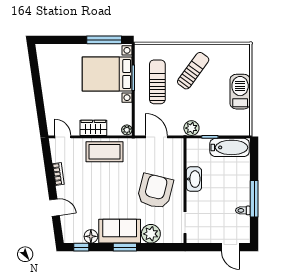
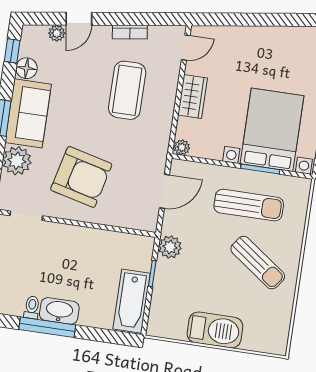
coffee table: (104, 152) -> (127, 90), moved
washbasin: (194, 179) -> (59, 311), moved, turned 180
plant: (66, 220) -> (57, 33), added

